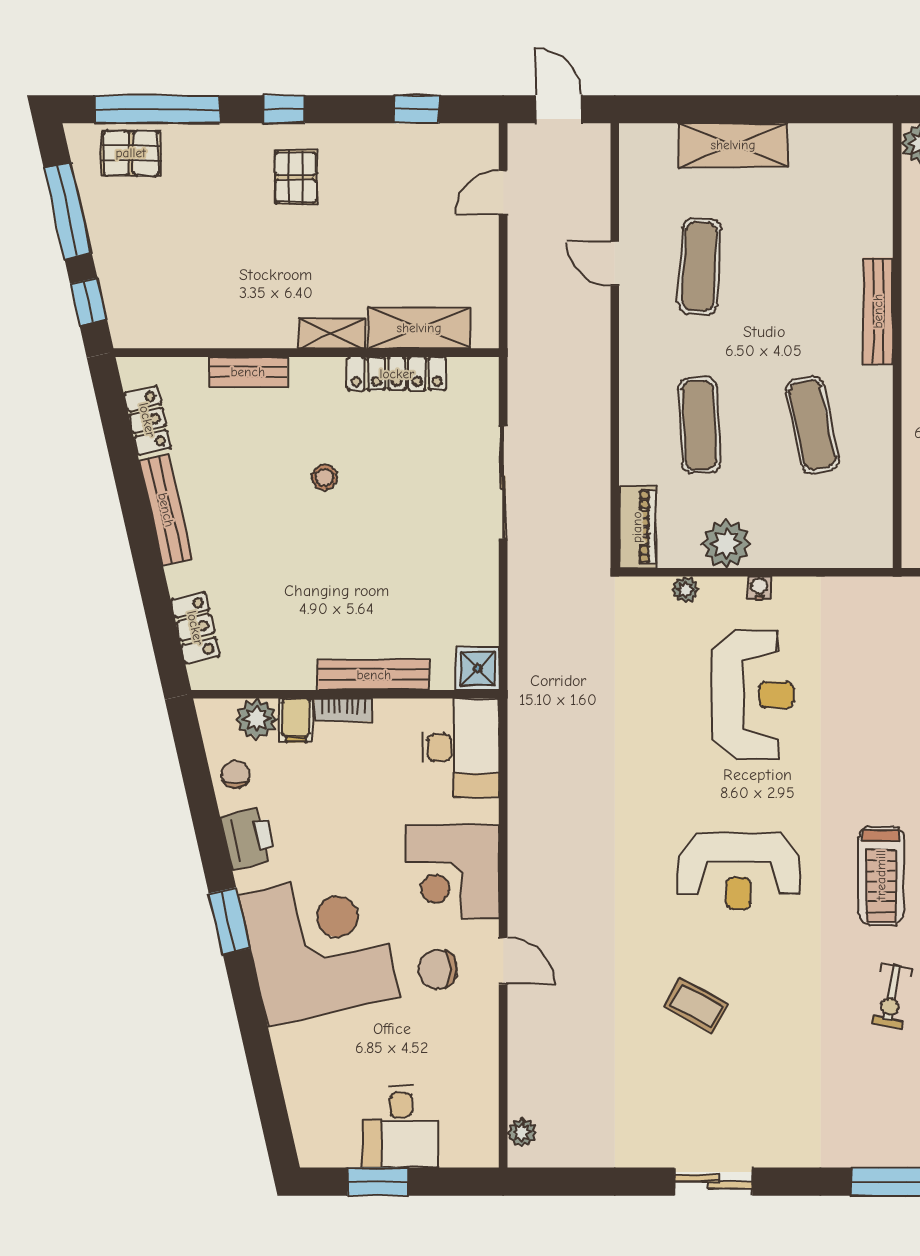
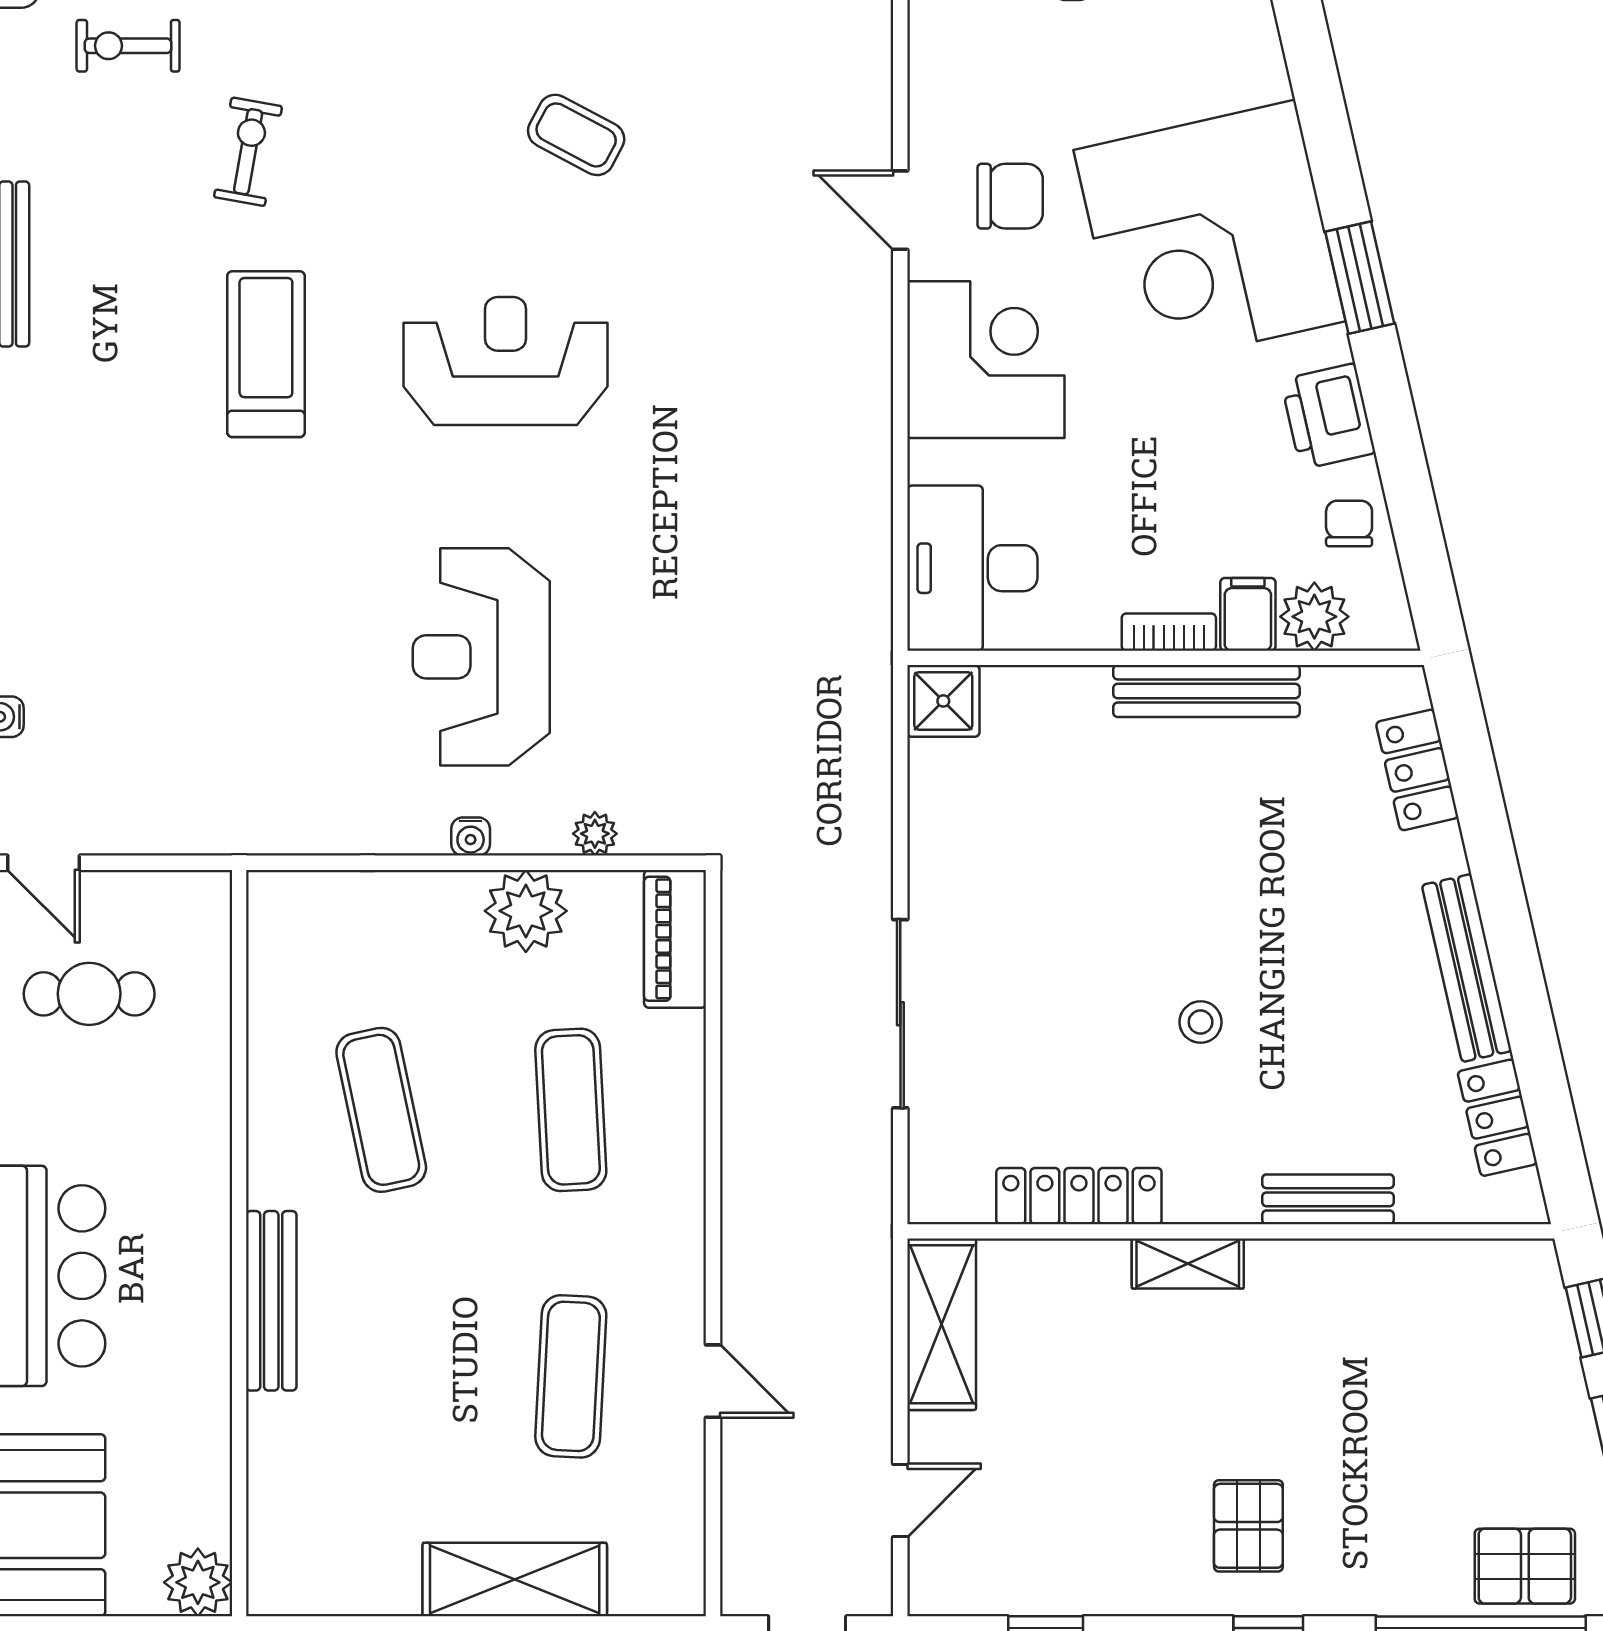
shelving: (419, 328) -> (942, 1324), moved, turned 90
bench: (374, 675) -> (1206, 691), moved
chair: (236, 774) -> (1349, 523), turned 180

